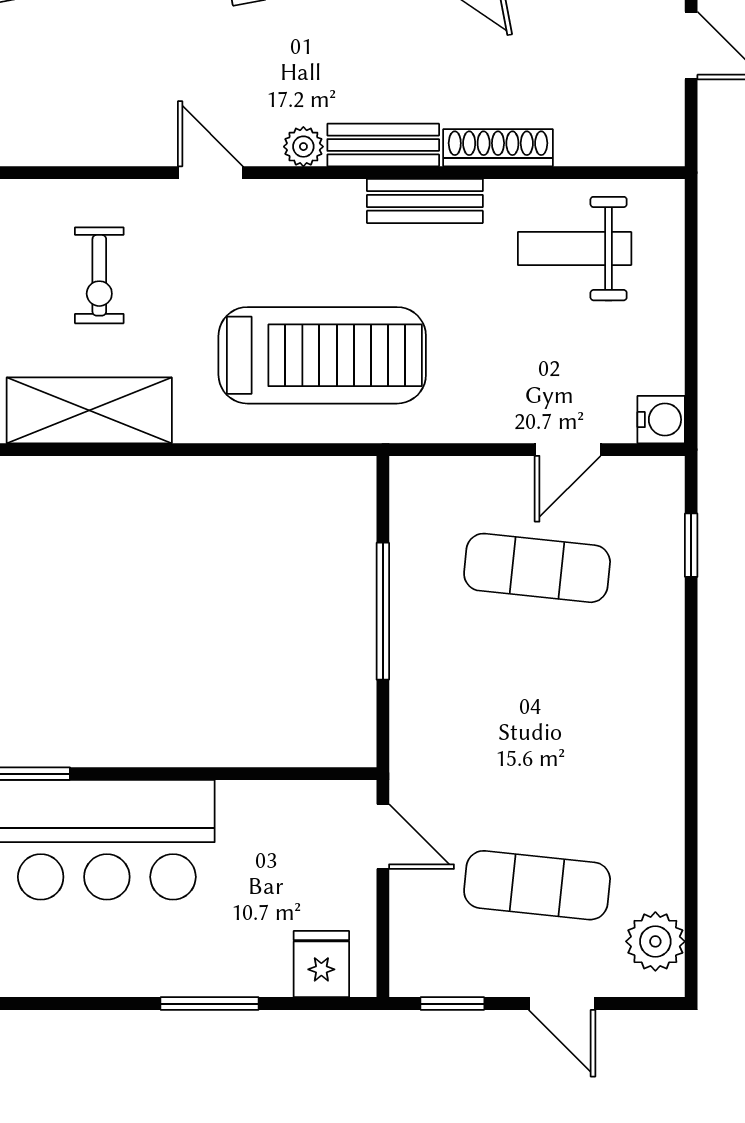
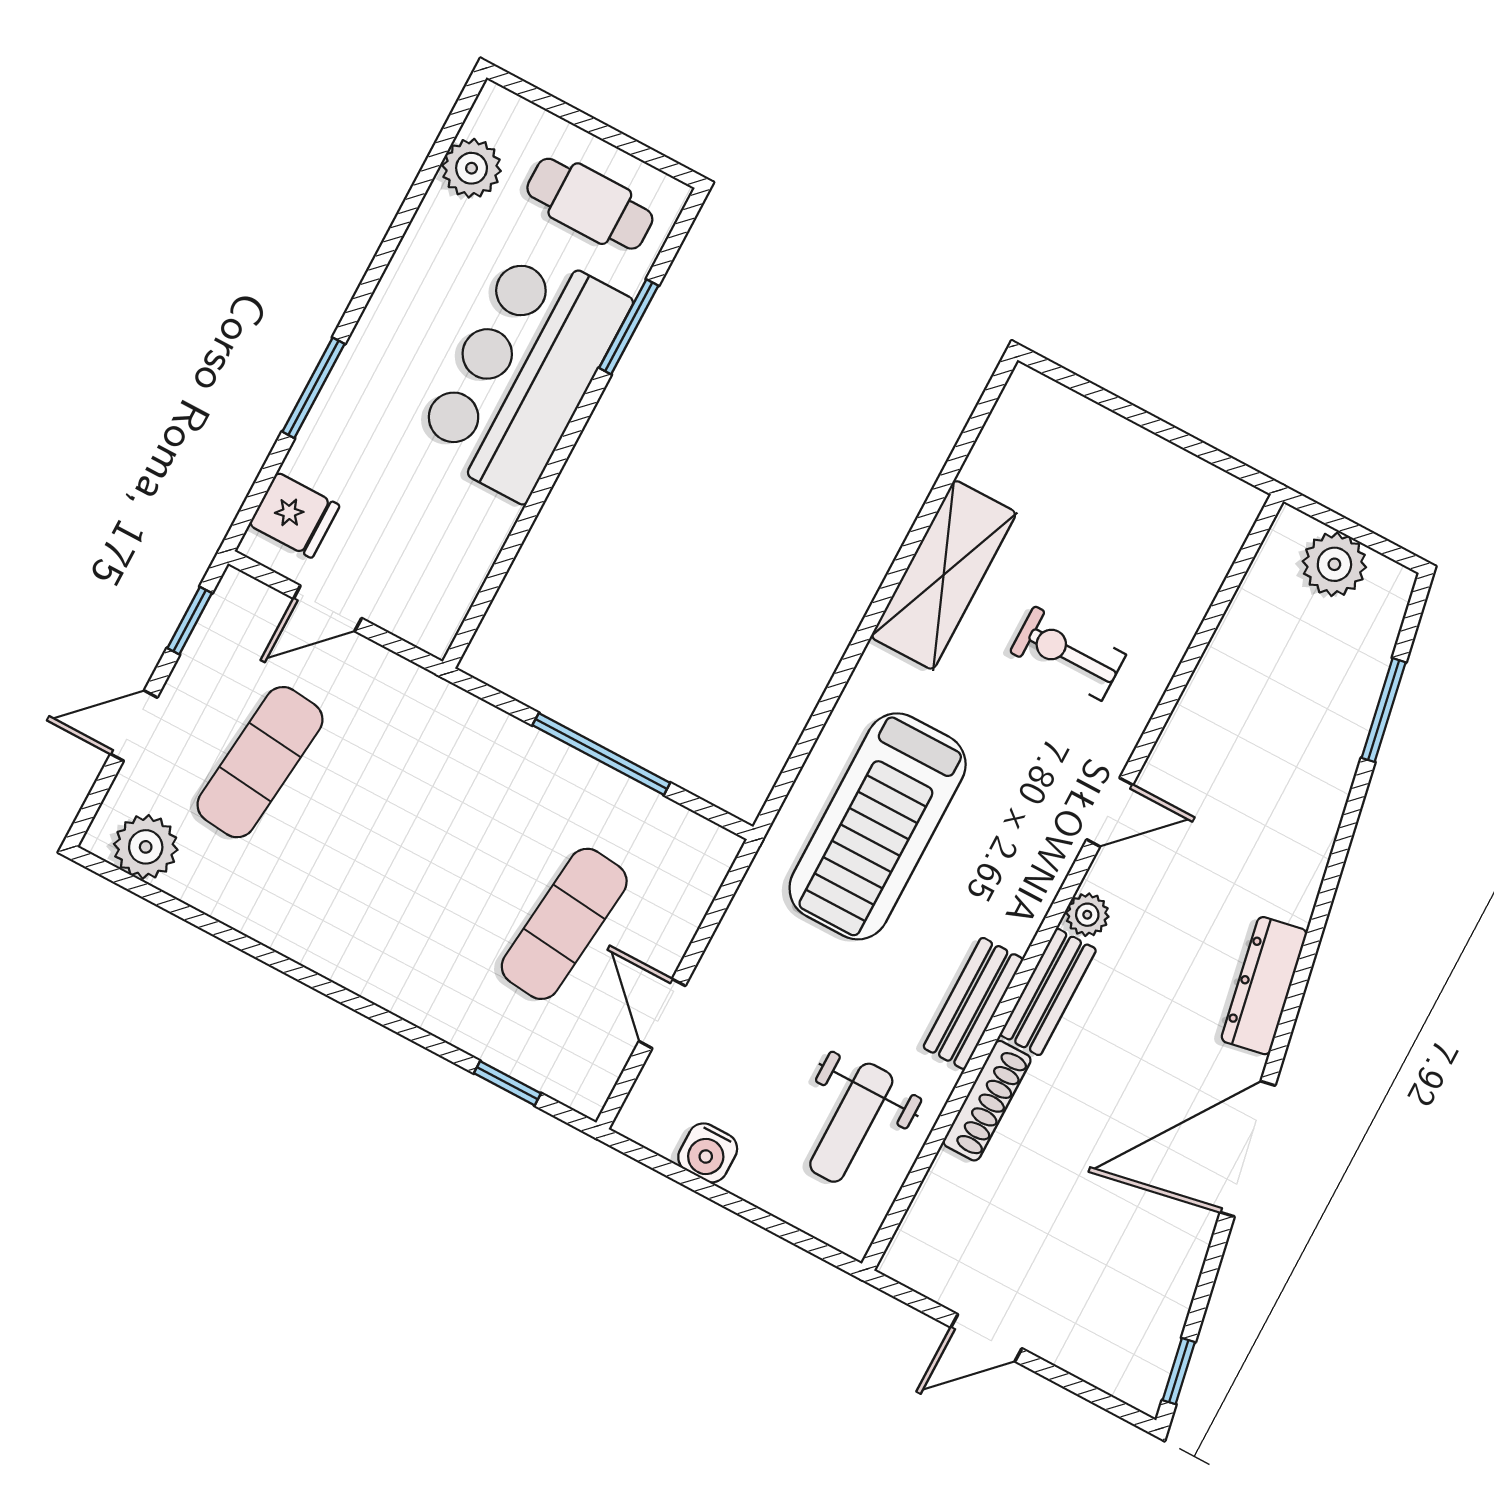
weight bench: (575, 249) -> (851, 1123), turned 180
water cooler: (661, 420) -> (708, 1153), moved
door: (383, 837) -> (328, 608), moved

